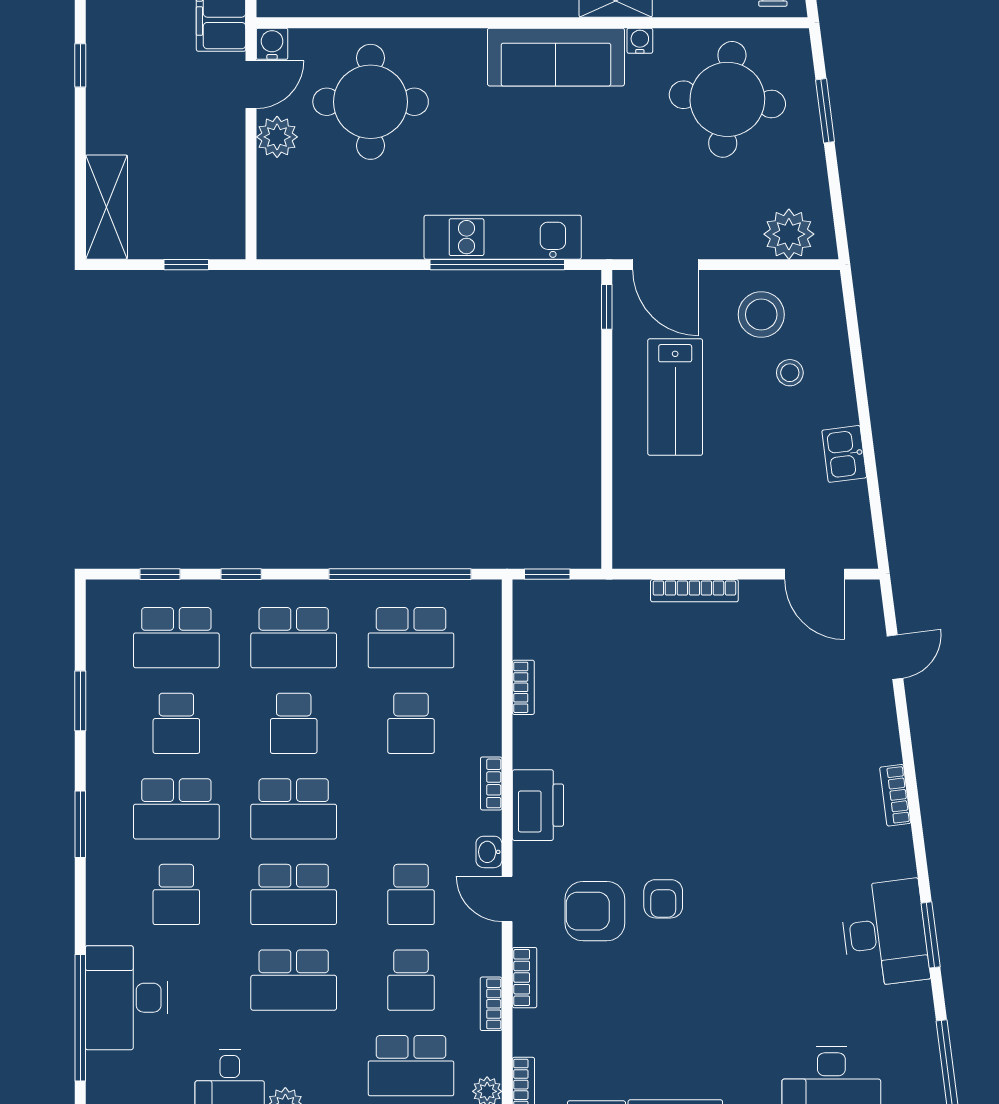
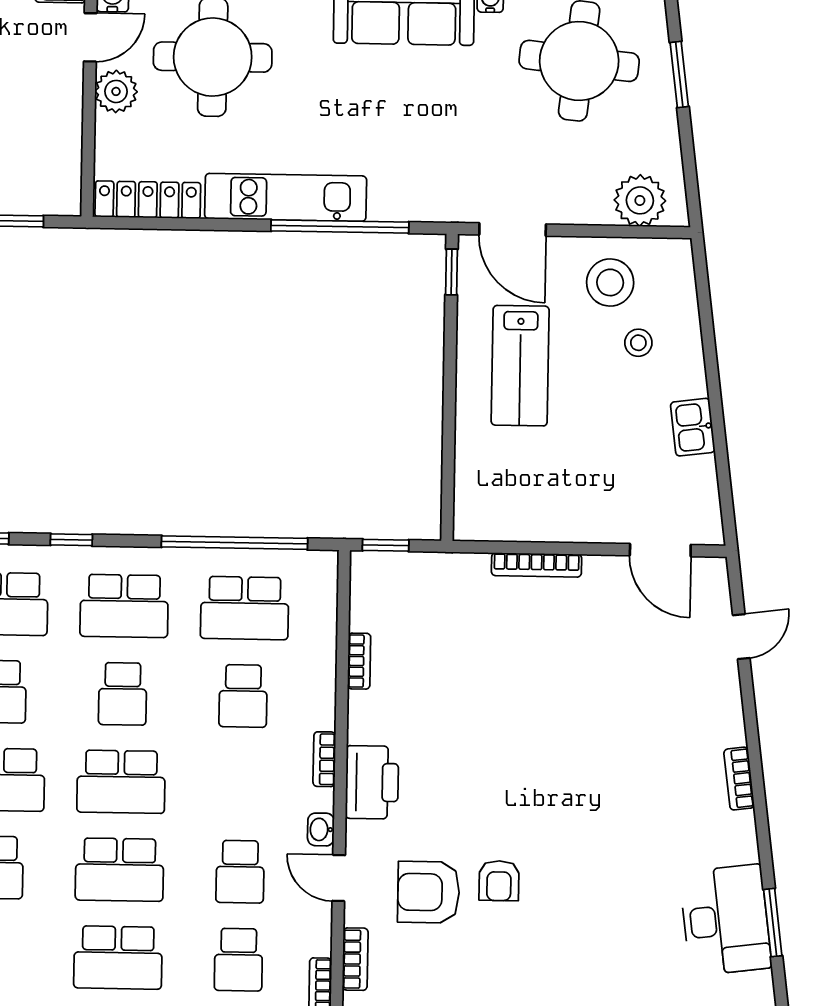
kitchen unit: (503, 237) -> (286, 197), moved
locker: (310, 242) -> (148, 200), added

